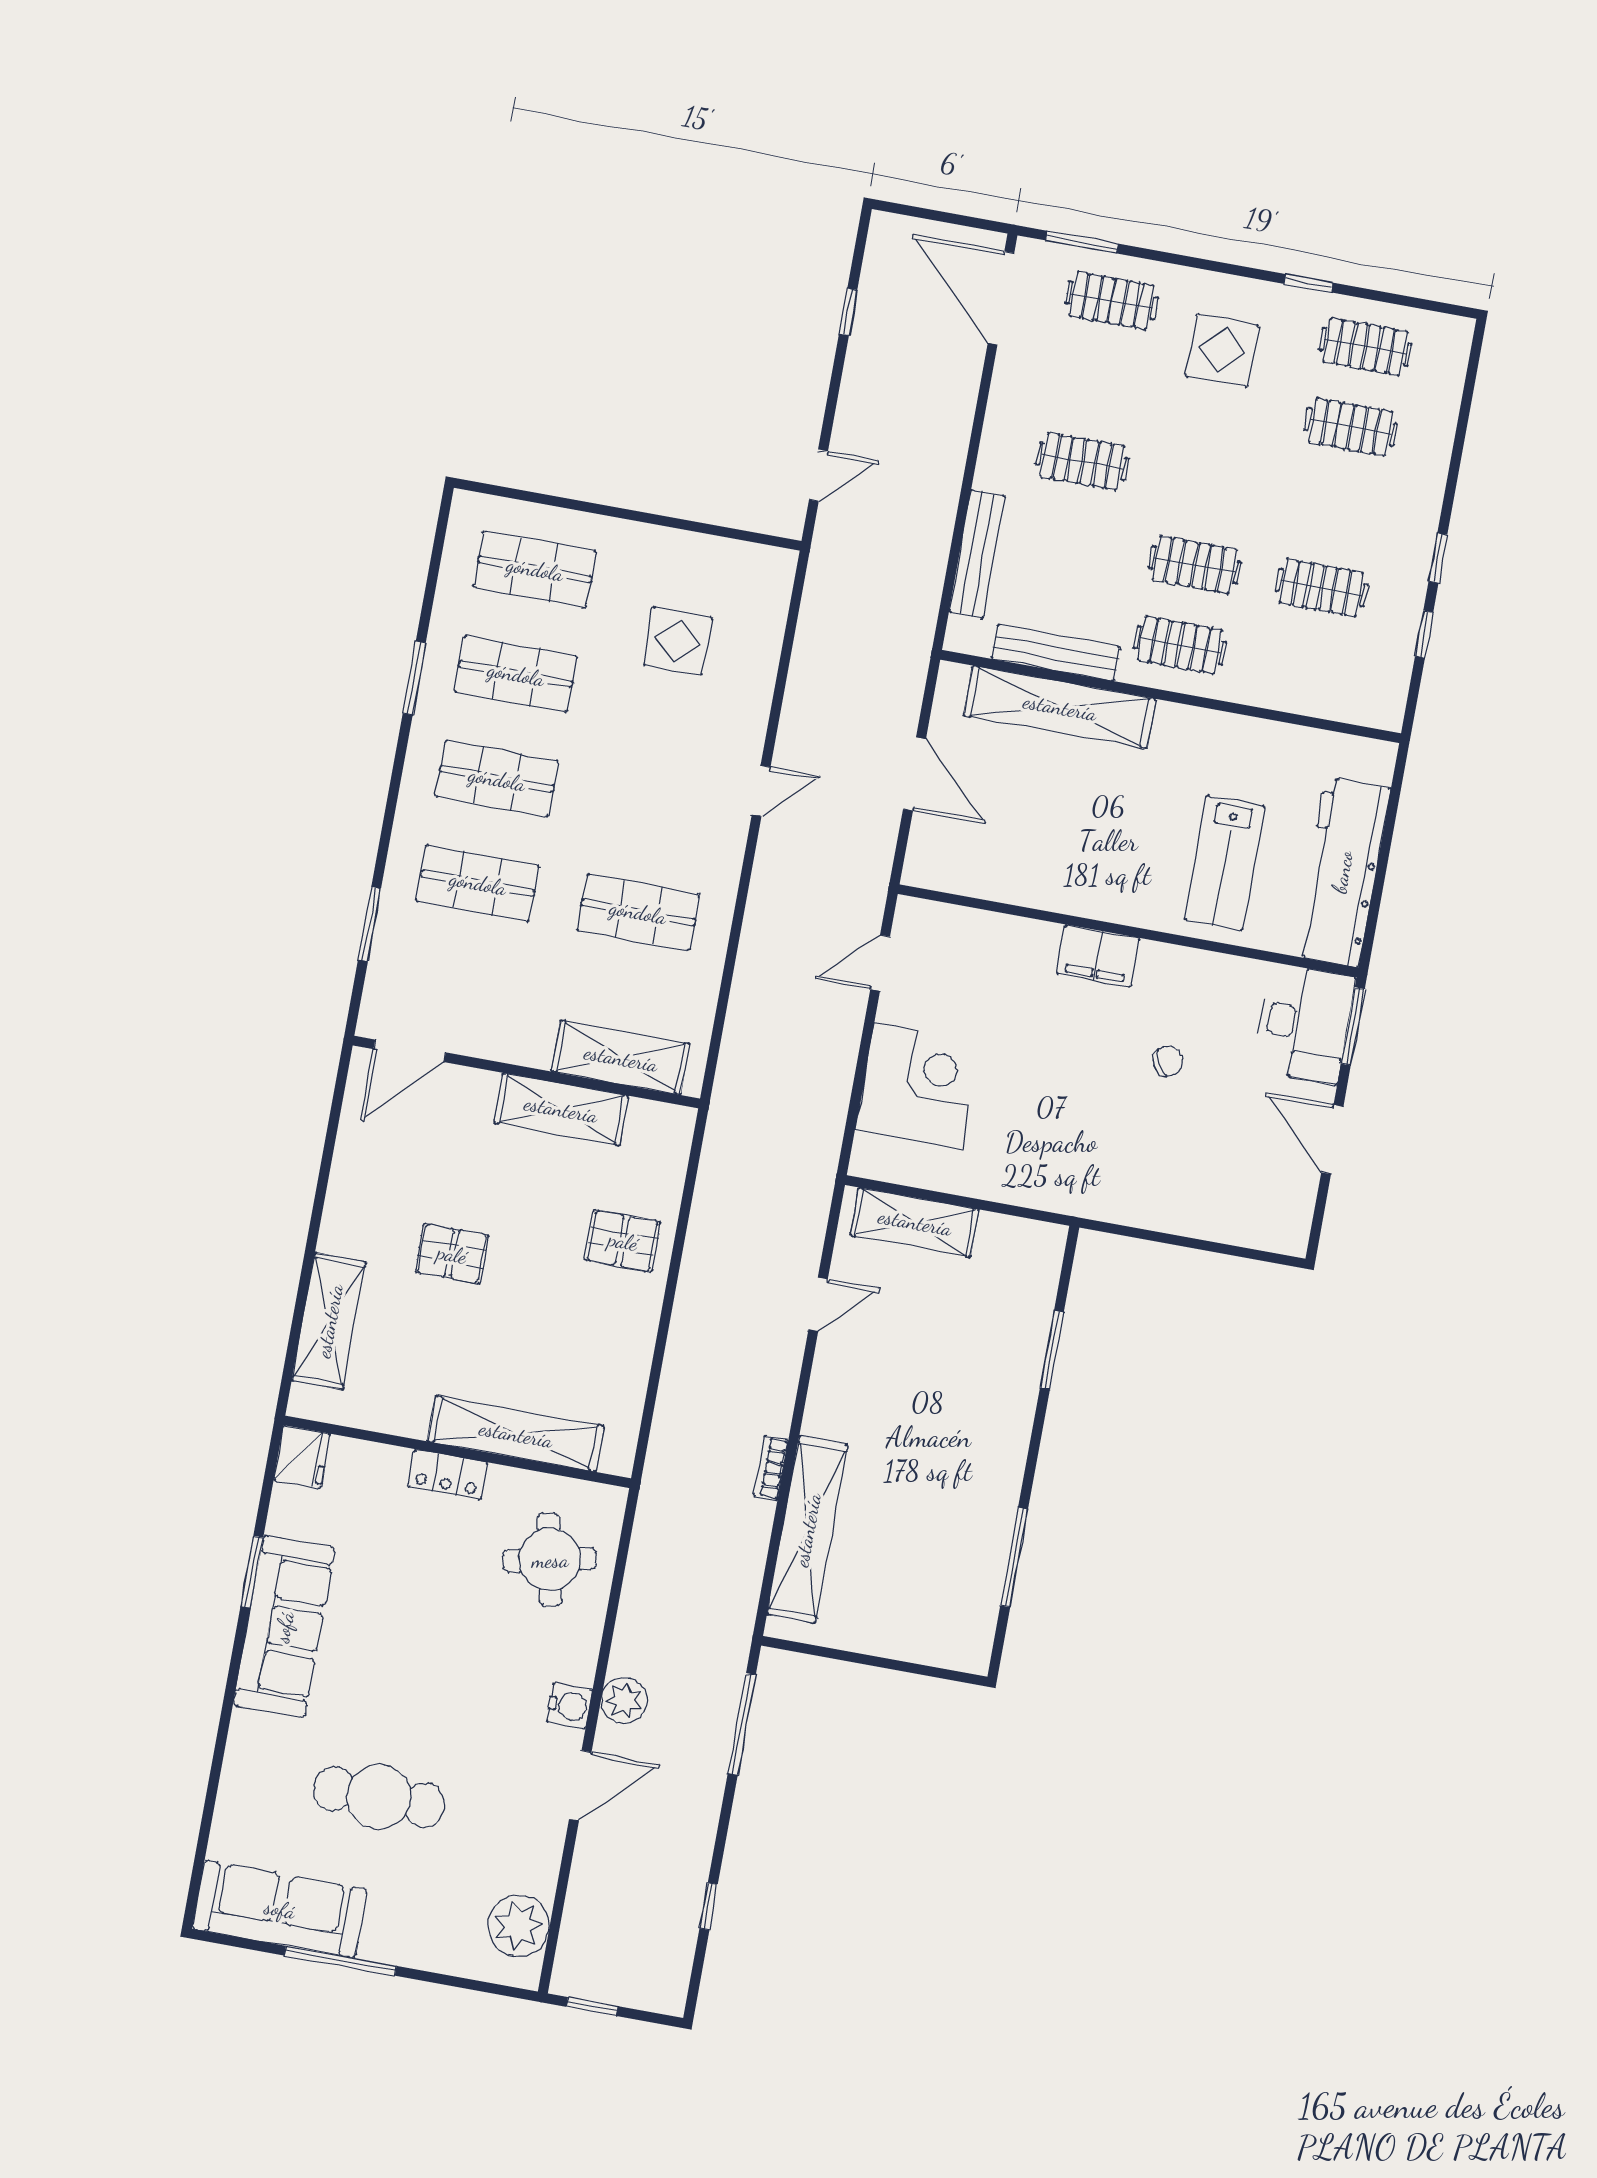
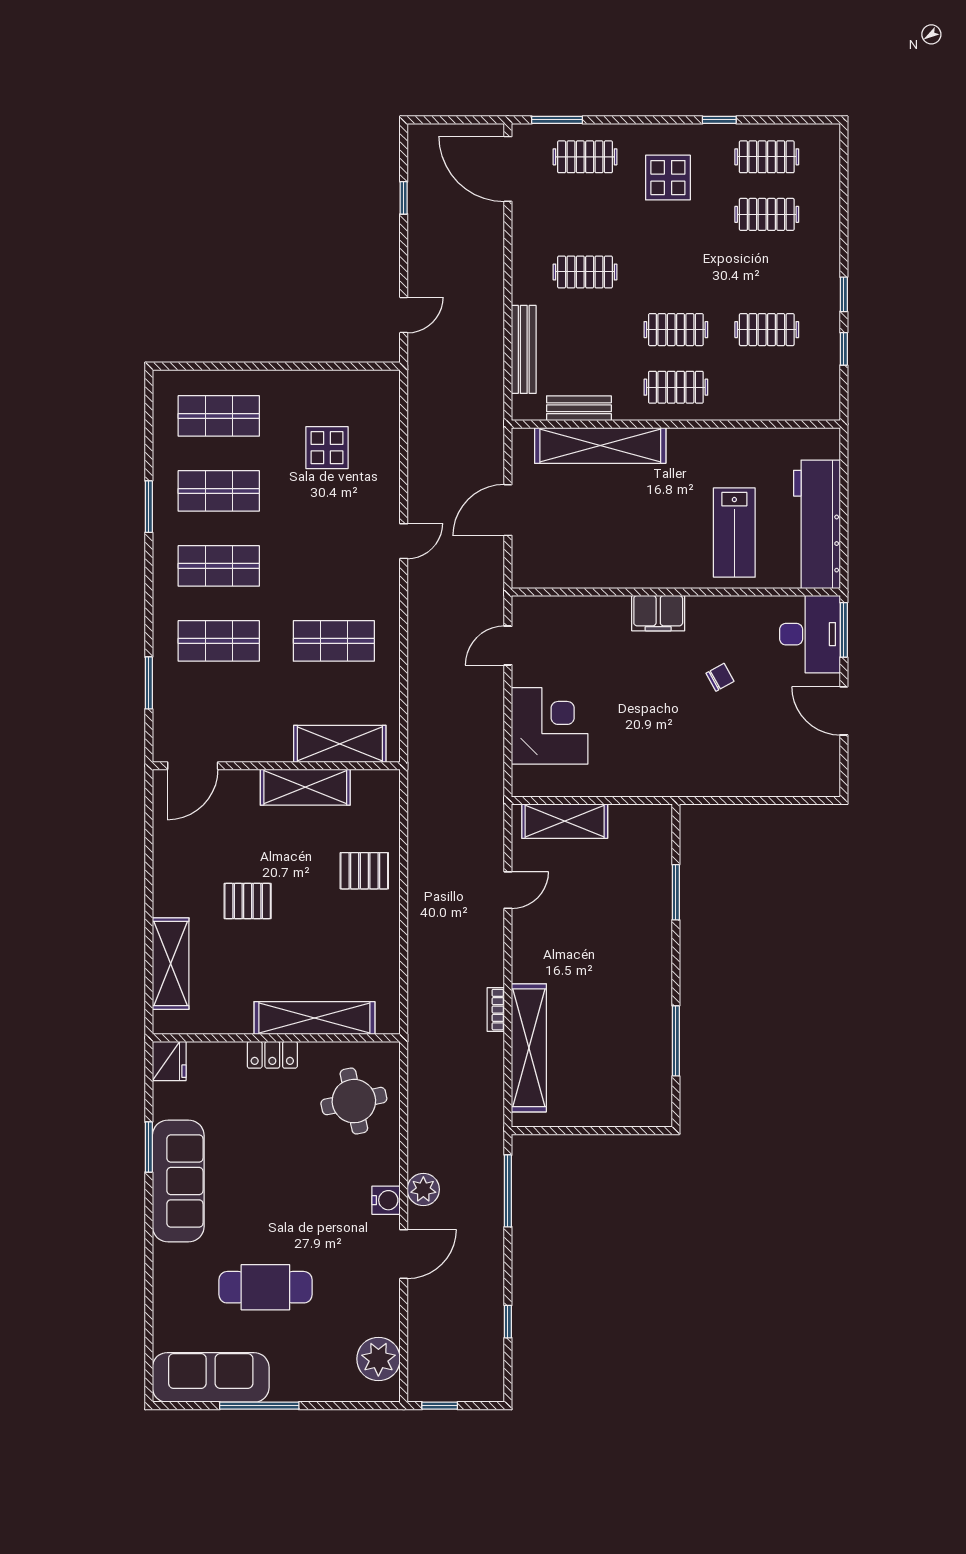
bench: (1056, 653) -> (579, 408), width x0.73
door: (914, 774) -> (508, 510), swing flipped

